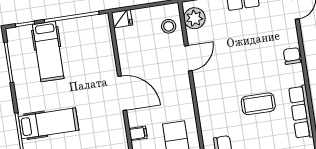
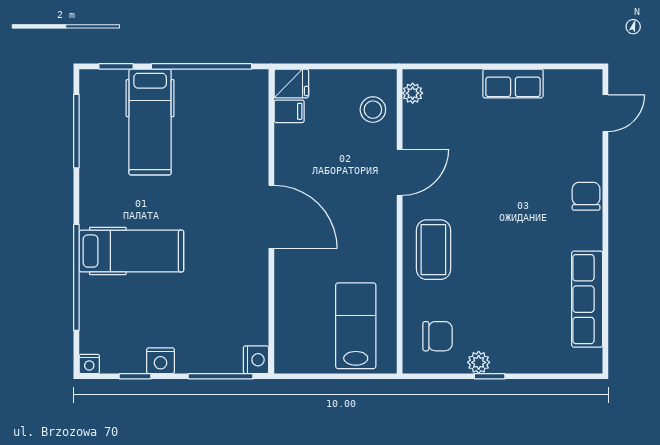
plant: (194, 18) -> (413, 93), width x0.53, depth x0.53
coffee table: (258, 104) -> (433, 250), moved, turned 90
filing cabinet: (138, 133) -> (289, 111), moved

